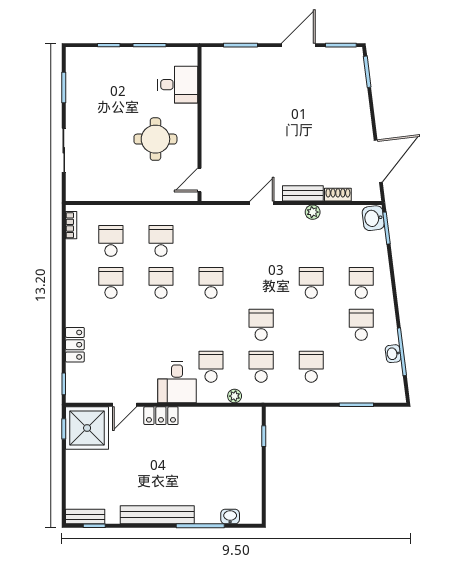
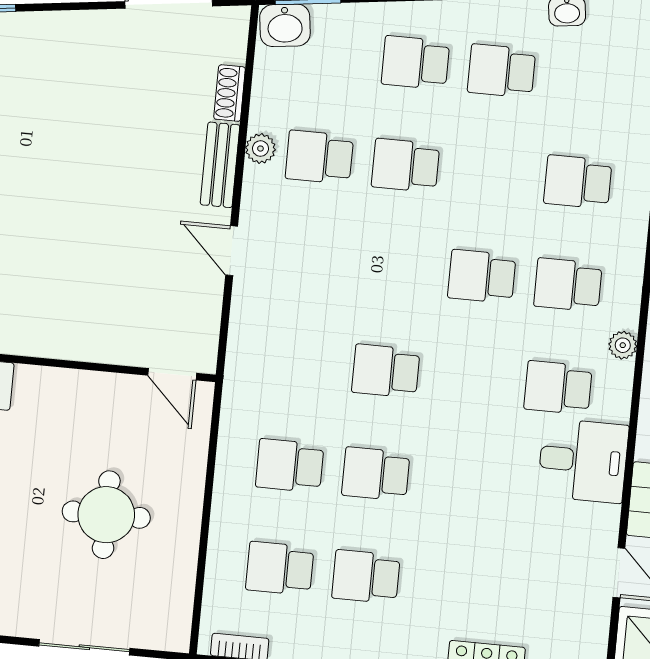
round table: (155, 139) -> (106, 515), moved
school desk: (311, 241) -> (319, 157), added

